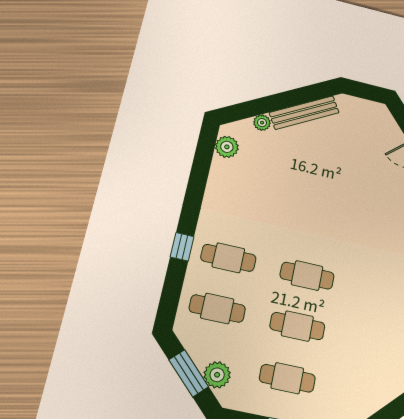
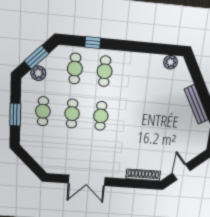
plant: (262, 123) -> (188, 81), removed
window: (182, 247) -> (93, 43), moved

